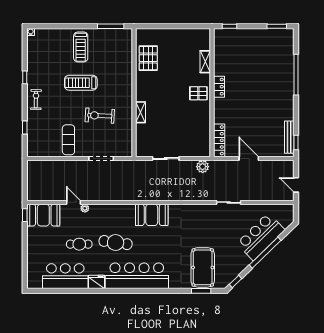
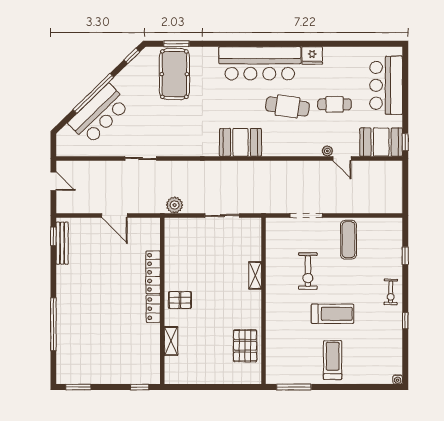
exercise bike: (100, 116) -> (308, 271), turned 87
locker: (219, 140) -> (153, 272), moved
bar counter: (65, 276) -> (386, 85), moved, turned 90

